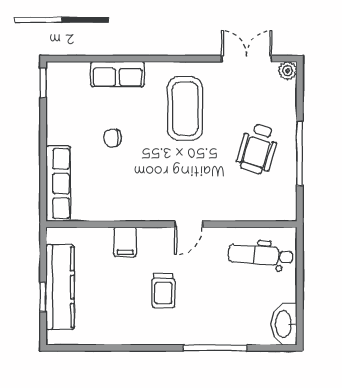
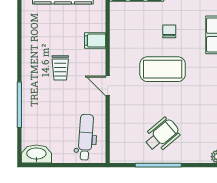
coffee table: (185, 109) -> (163, 69), moved
wheelchair: (257, 149) -> (162, 135), turned 123
trolley: (163, 291) -> (60, 68), turned -90

